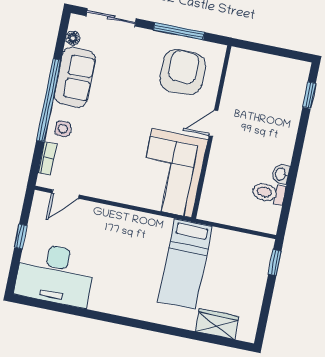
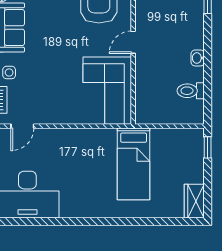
washbasin: (281, 174) -> (198, 58), moved
wardrobe: (217, 324) -> (194, 201), moved, turned -90

